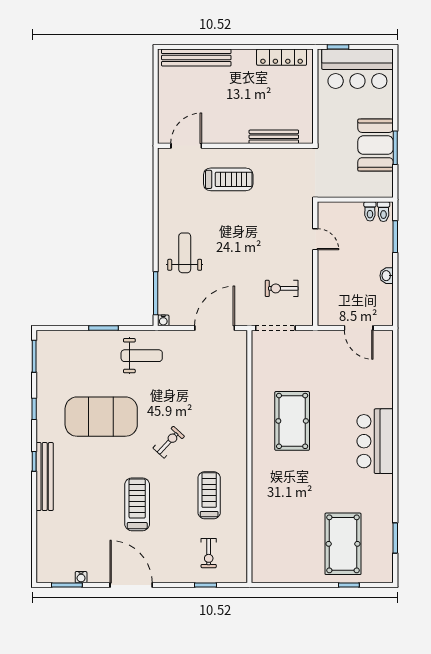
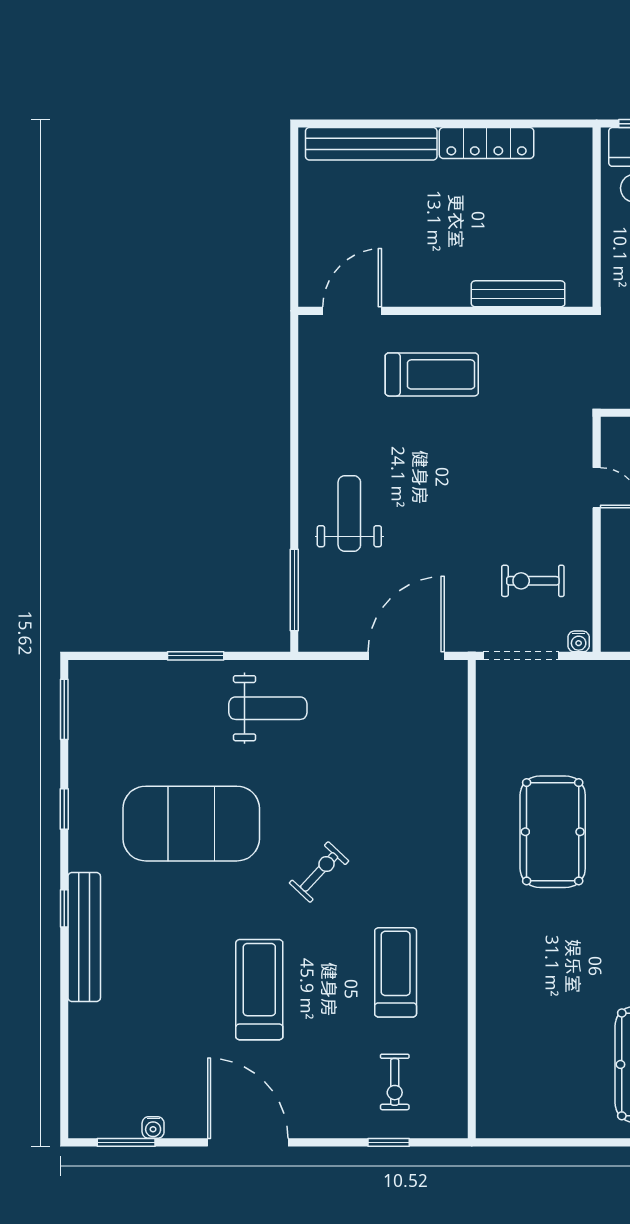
locker: (282, 57) -> (487, 143), moved
water cooler: (163, 320) -> (579, 641), moved

